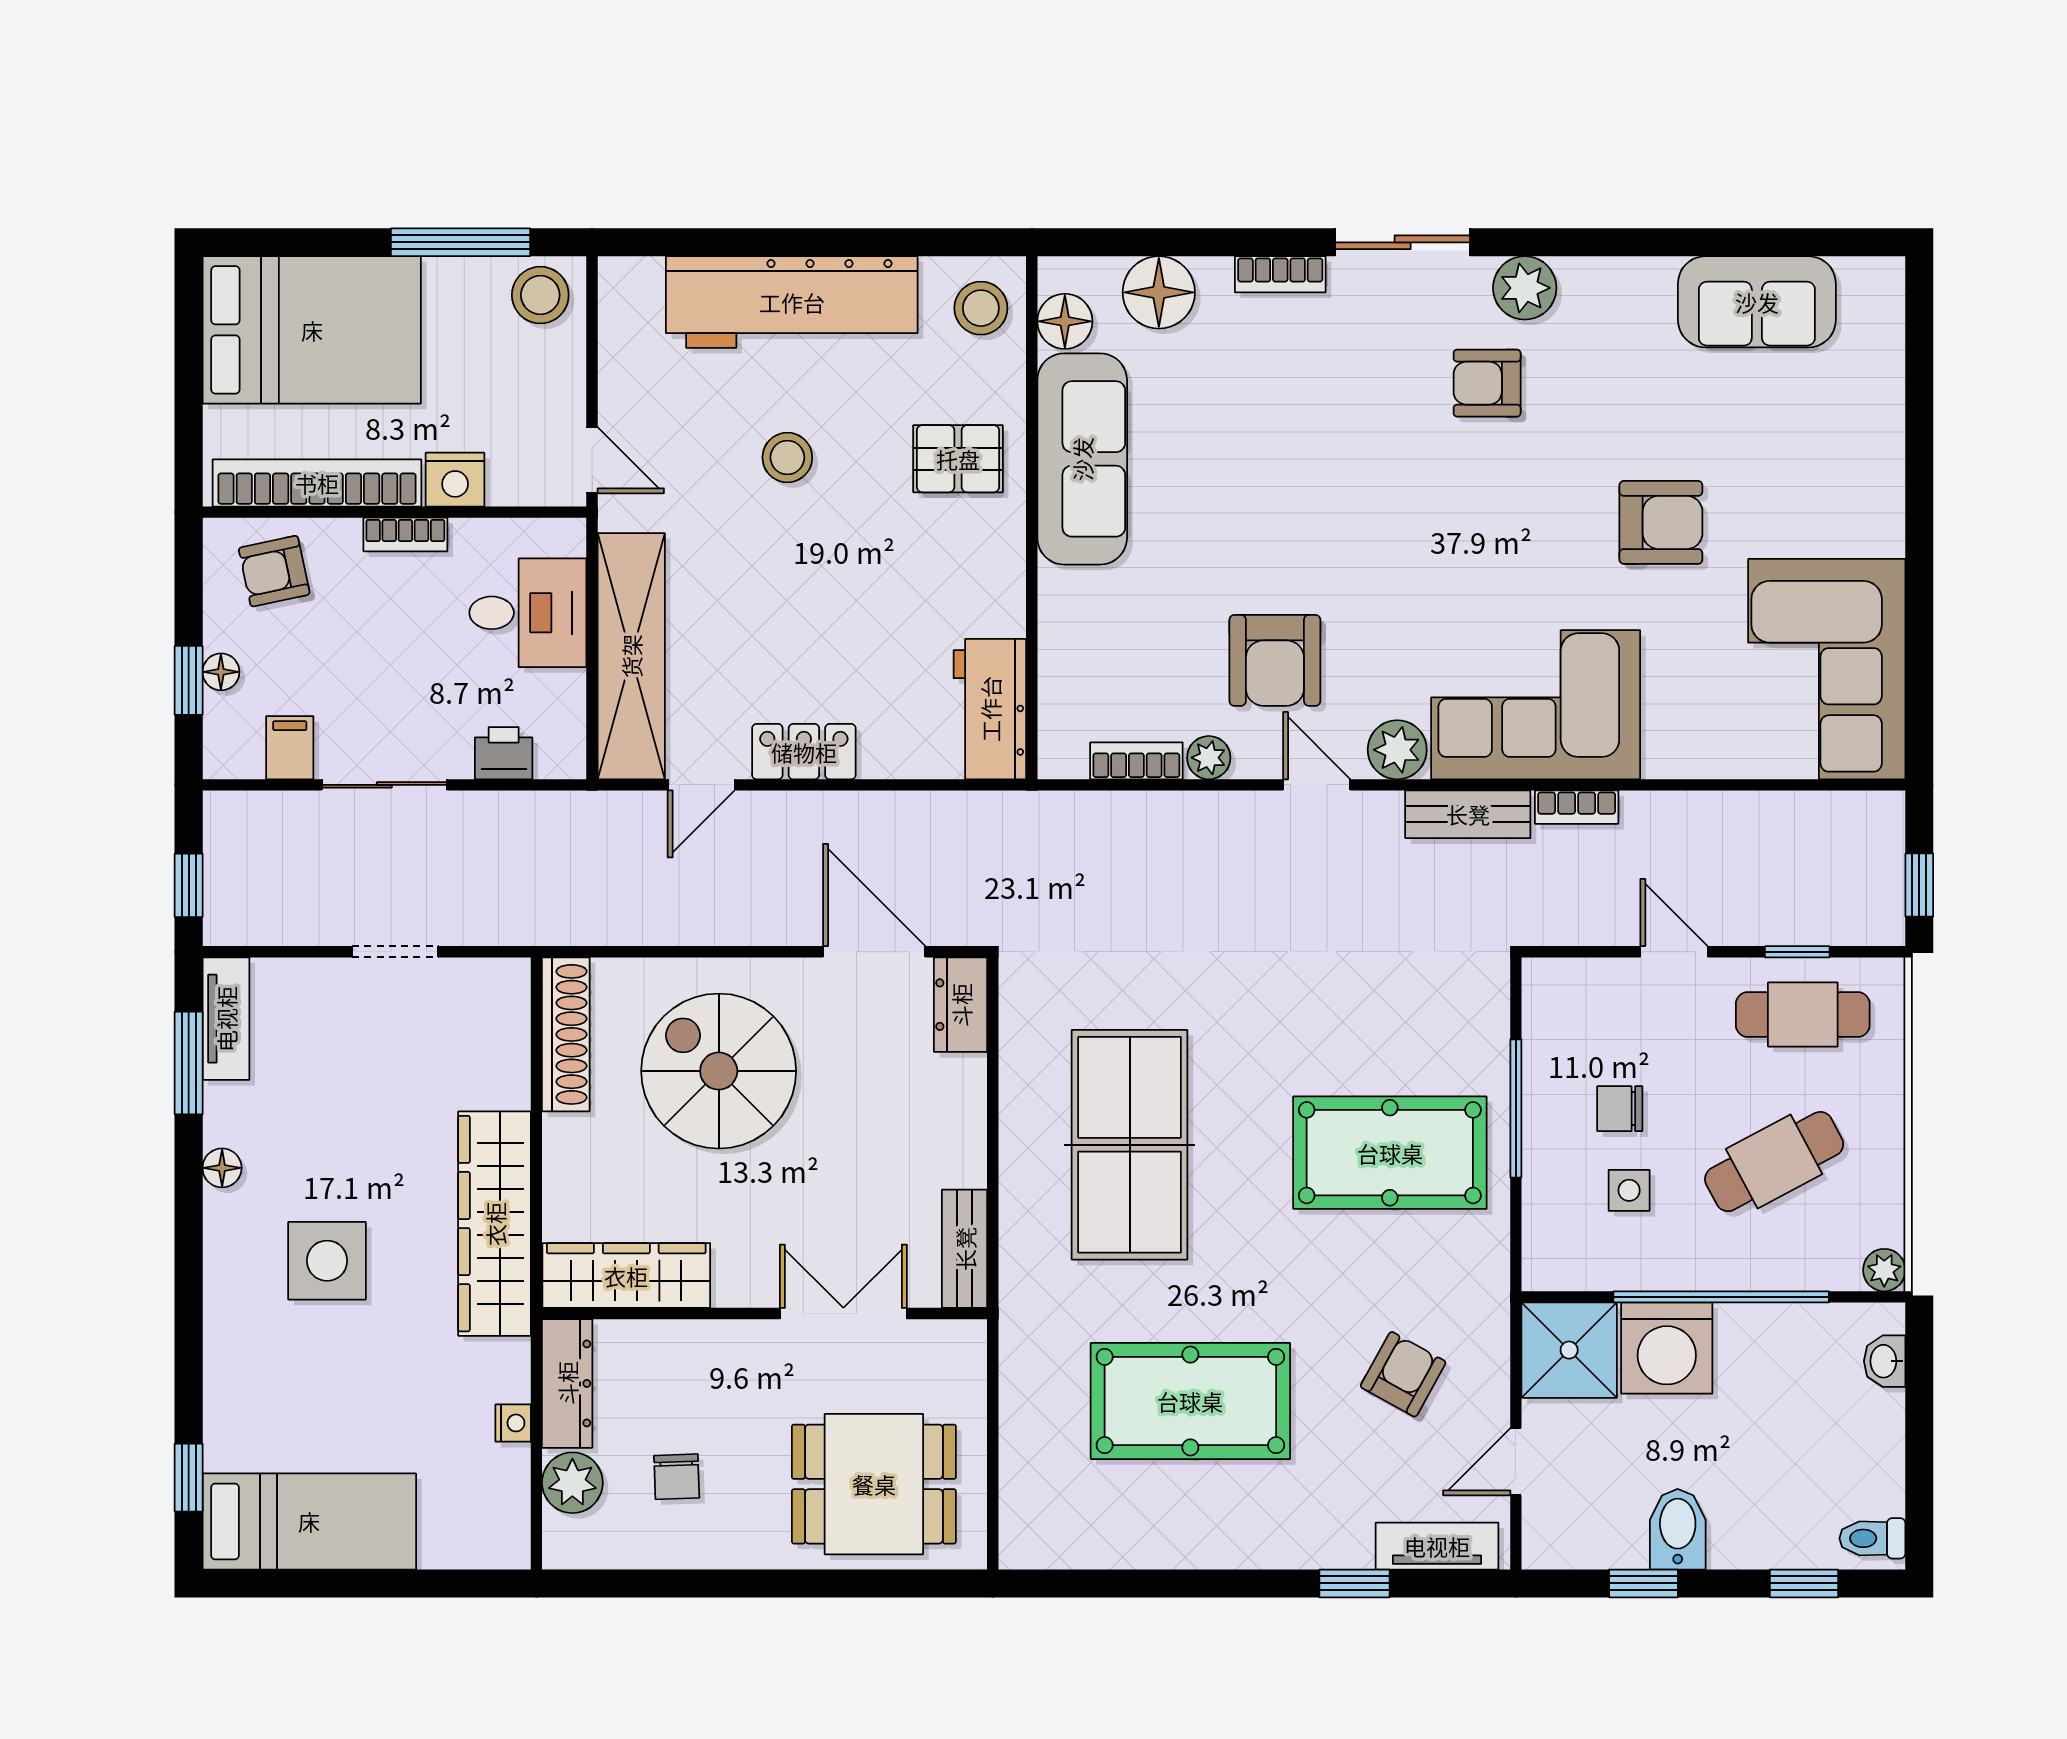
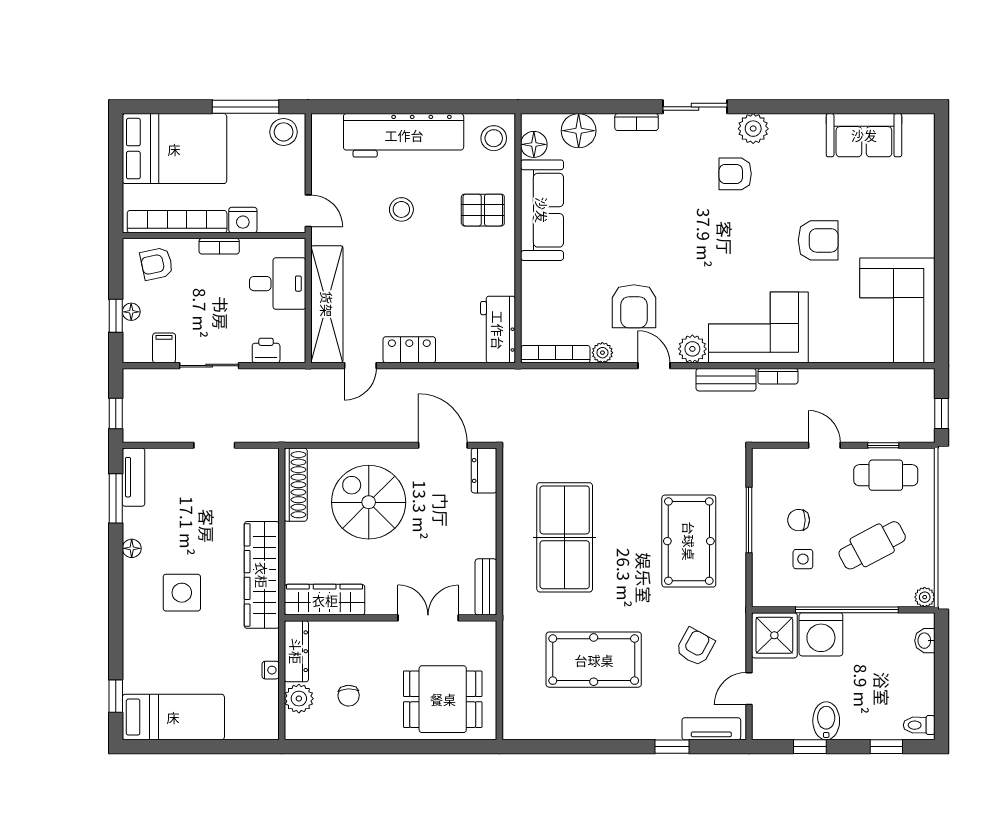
bookcase: (1136, 761) -> (556, 354), width x1.56
pool table: (1390, 1153) -> (689, 541), turned 90

